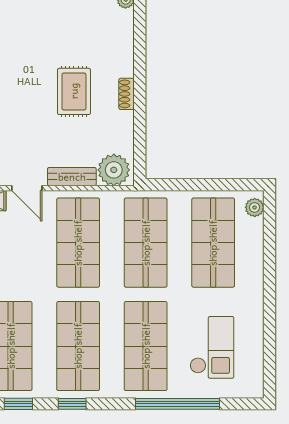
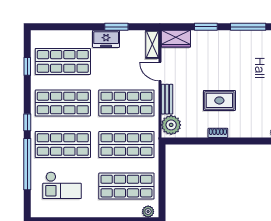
door: (27, 188) -> (160, 71), hinge flipped
window: (72, 404) -> (27, 122), moved

